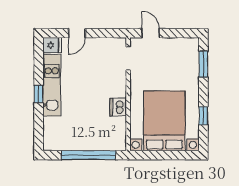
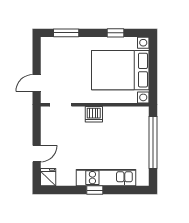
door: (77, 33) -> (37, 154), hinge flipped
kitchen unit: (52, 85) -> (106, 178), moved
dishwasher: (118, 107) -> (94, 114), moved

